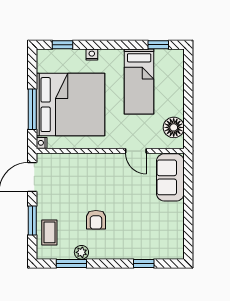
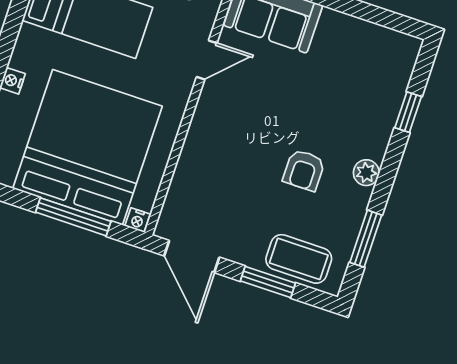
armchair: (96, 220) -> (304, 170), turned 90
coffee table: (49, 232) -> (299, 259), width x1.36, depth x1.30
plant: (81, 252) -> (366, 173), moved

